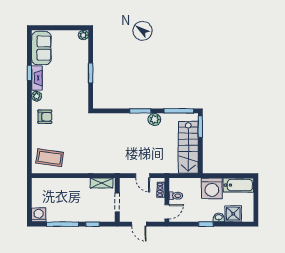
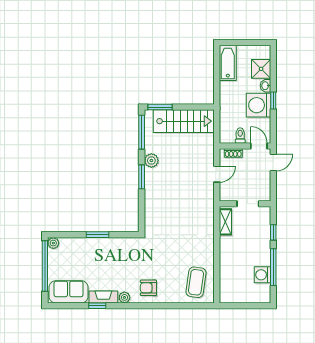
window: (64, 28) -> (45, 266), added
armchair: (45, 117) -> (148, 288), turned -90
washing machine: (212, 188) -> (258, 105), moved, turned 180
washing machine: (39, 215) -> (262, 275), moved
door: (139, 224) -> (273, 163), moved

